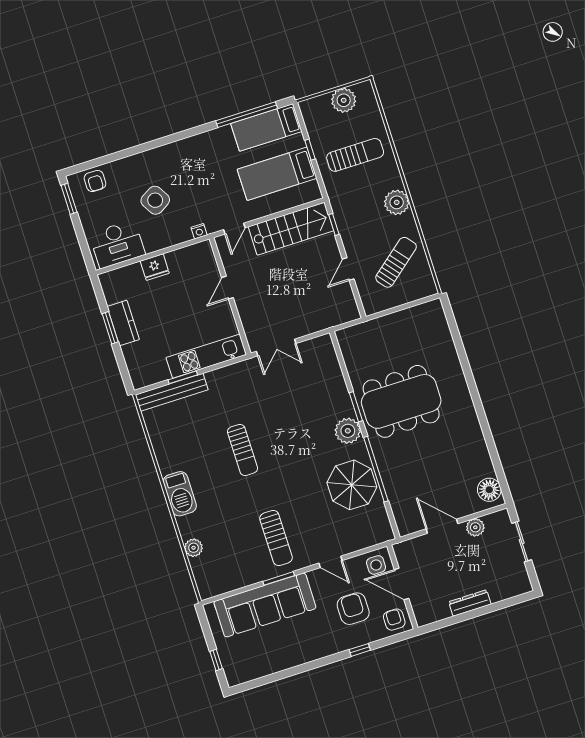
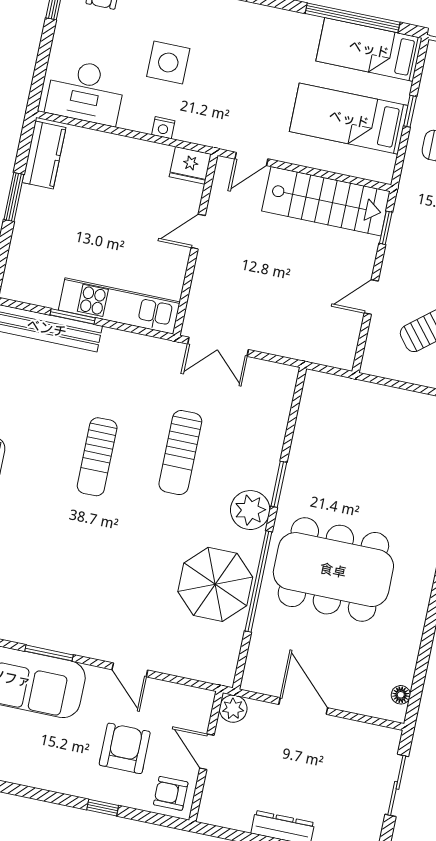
side table: (155, 200) -> (168, 63), turned 31
nightstand: (199, 231) -> (163, 128), moved
fridge: (155, 267) -> (190, 165), moved
kitchen counter: (123, 323) -> (44, 155), moved
dining table: (401, 401) -> (333, 570), moved
floor lamp: (489, 490) -> (401, 695), width x0.53, depth x0.53
plant: (475, 527) -> (233, 709), moved
sun lounger: (276, 538) -> (180, 453), moved
side table: (376, 565) -> (187, 708), removed
door: (402, 584) -> (207, 752), width x0.73
armchair: (394, 620) -> (171, 793), turned -90

